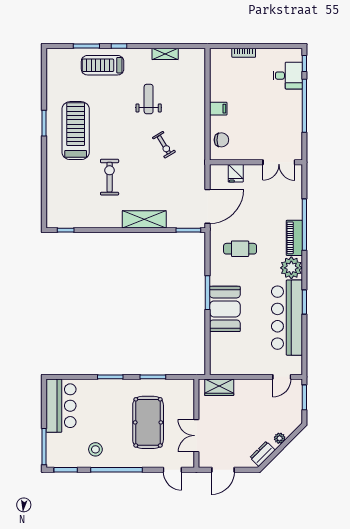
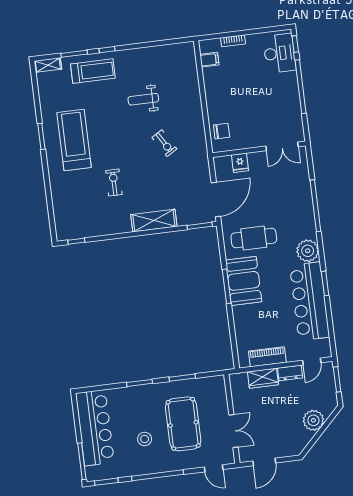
shelving: (165, 54) -> (48, 65), moved
treadmill: (103, 65) -> (93, 71), turned 180
desk: (288, 76) -> (279, 53), width x1.37
weight bench: (149, 99) -> (143, 99), turned -90
filing cabinet: (218, 109) -> (209, 60), moved
exercise bike: (110, 177) -> (114, 182), width x0.73, depth x0.72
piano: (294, 238) -> (267, 357), moved, turned 90
cafe table: (240, 249) -> (254, 238), width x1.37, depth x1.35
booth: (225, 309) -> (244, 281), moved
wardrobe: (219, 387) -> (263, 378), moved
bar counter: (61, 406) -> (95, 428), width x1.36
double door: (196, 436) -> (233, 431), swing flipped
plant: (280, 438) -> (313, 420), width x1.87, depth x1.87
stool: (95, 449) -> (145, 439), moved
dresser: (263, 454) -> (290, 373), moved, turned -135

